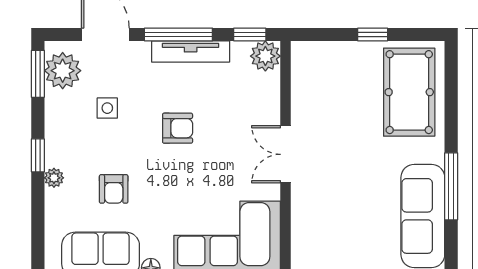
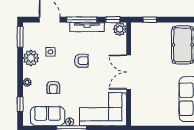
window: (373, 35) -> (150, 20), moved
plant: (63, 71) -> (31, 58), moved
double door: (286, 154) -> (129, 72), width x1.37
window: (38, 155) -> (20, 104), moved

